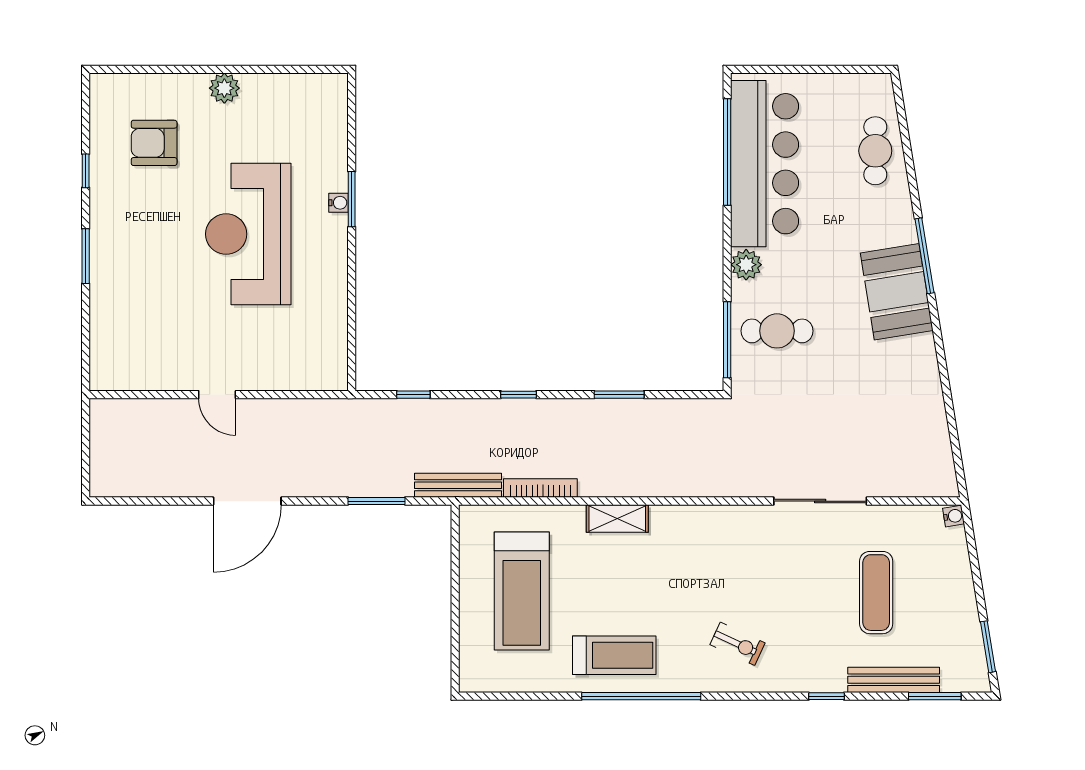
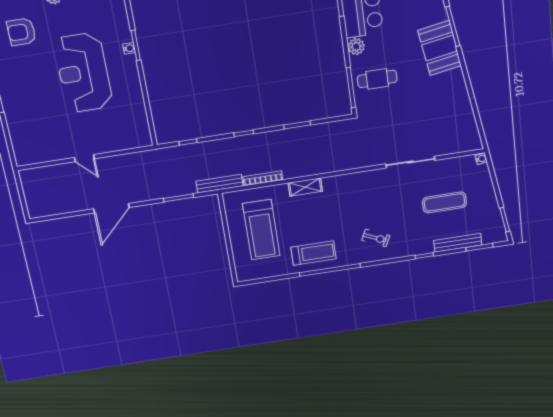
exercise mat: (876, 593) -> (444, 202), turned 90

